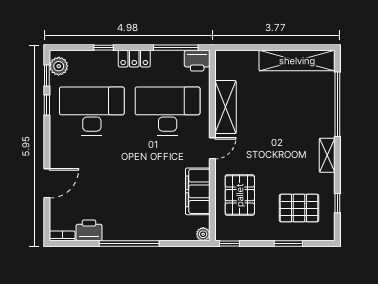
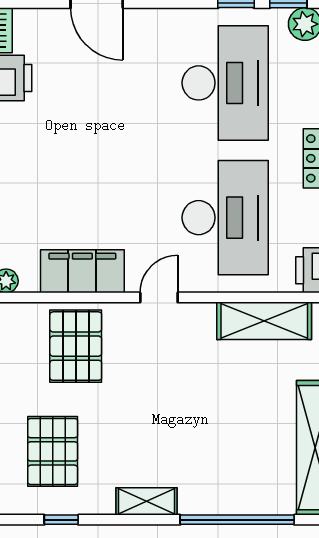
shelving: (226, 107) -> (264, 321), moved
door: (212, 148) -> (159, 297), swing flipped
pallet: (240, 195) -> (76, 346), turned 90

